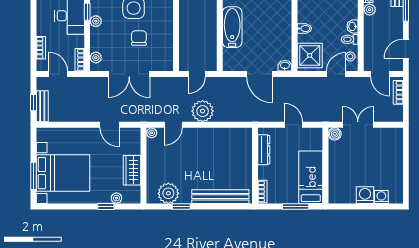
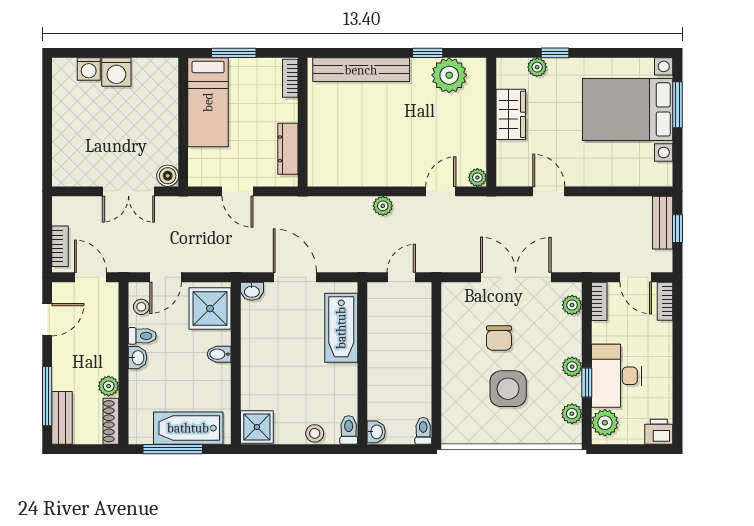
bathtub: (232, 27) -> (341, 328), moved
bookcase: (41, 48) -> (665, 301), moved
plant: (203, 111) -> (383, 206), width x0.53, depth x0.53

